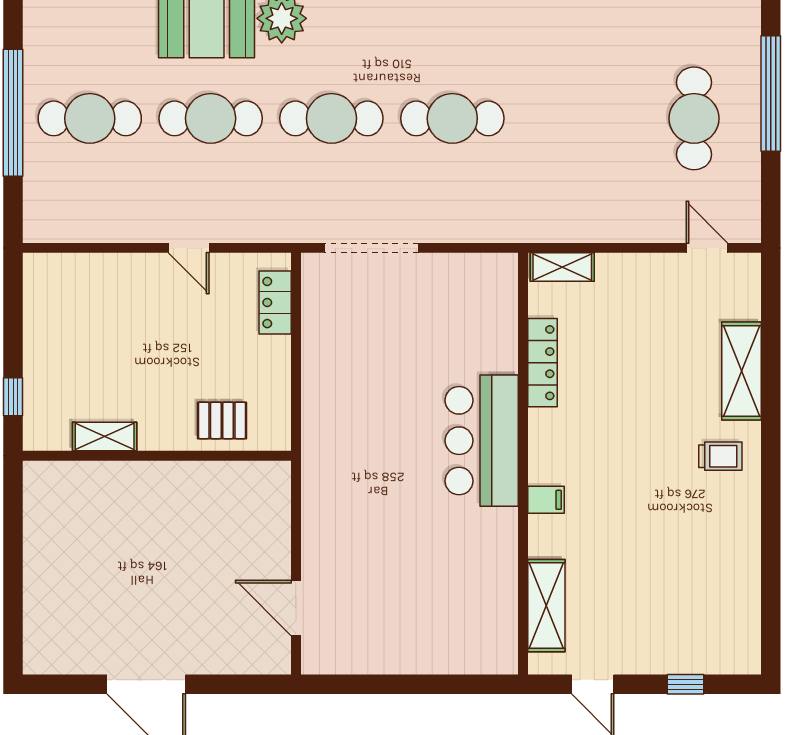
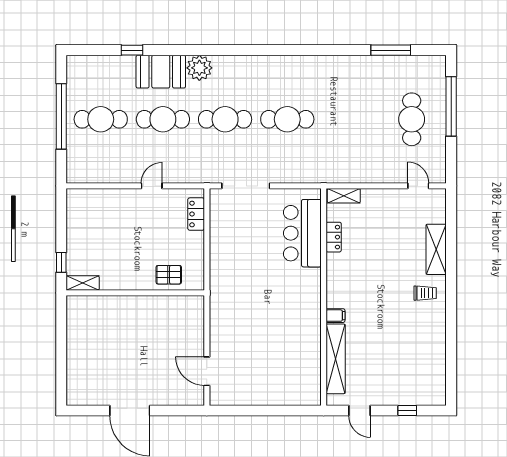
door: (189, 248) -> (152, 186), swing flipped
locker: (542, 363) -> (334, 237), width x0.66
shelving: (105, 437) -> (83, 283), moved
bar counter: (482, 441) -> (302, 233), moved
shelving: (546, 606) -> (336, 359), width x1.47

